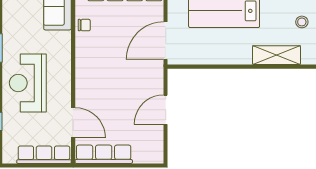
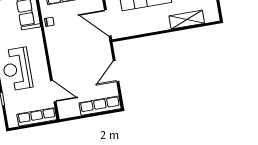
door: (166, 41) -> (108, 23), hinge flipped
row of seats: (104, 154) -> (100, 106), moved

